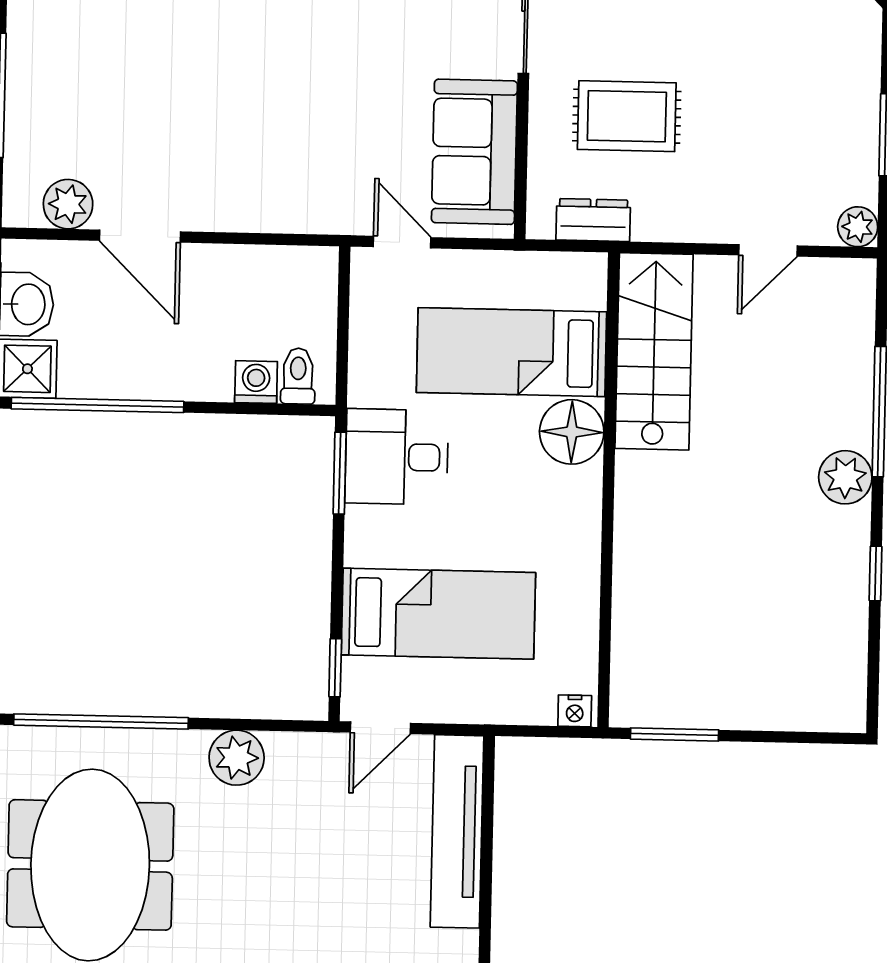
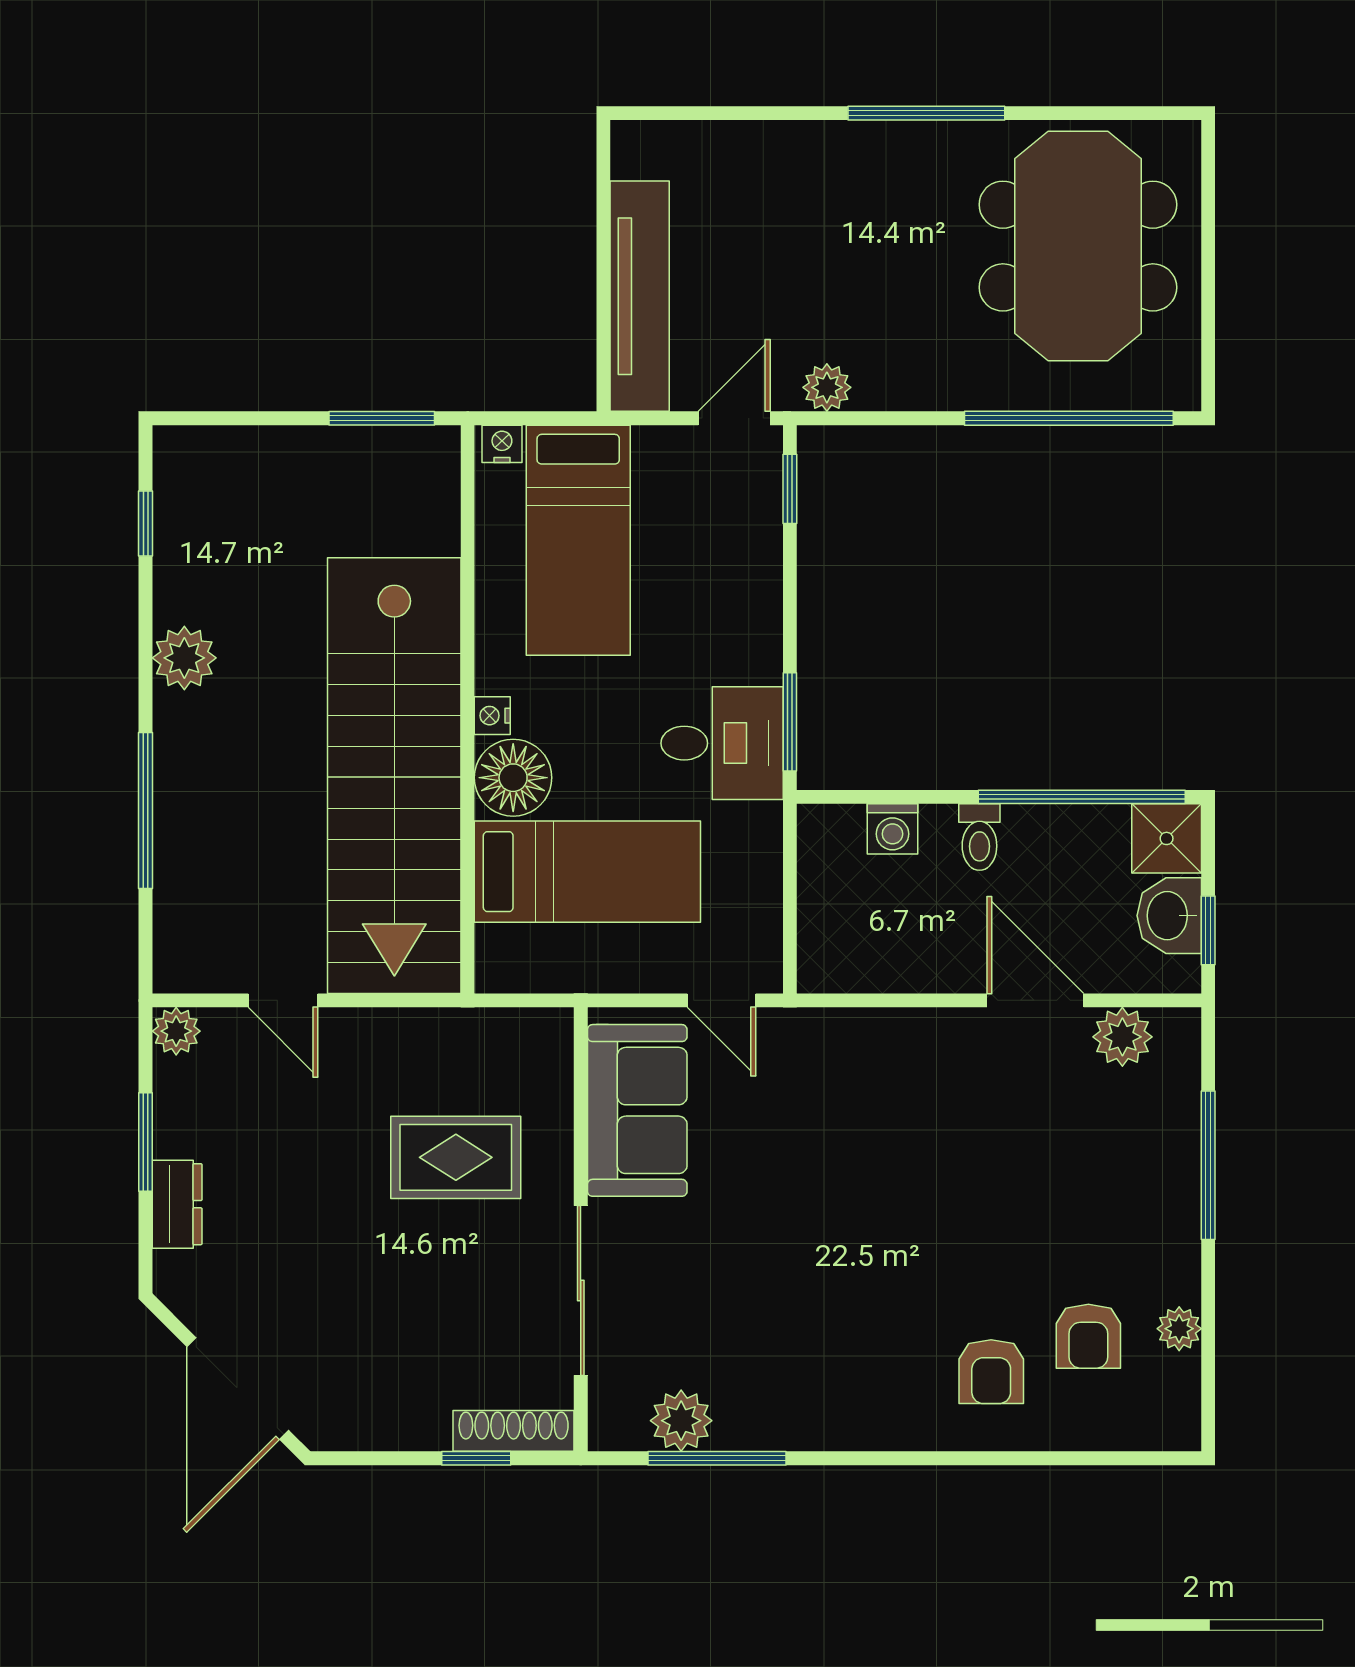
dresser: (593, 220) -> (177, 1204), moved, turned -90
door: (768, 250) -> (283, 1000), swing flipped
stairs: (654, 351) -> (394, 776), width x1.86, depth x1.51
toilet: (298, 376) -> (979, 837), moved
plant: (845, 477) -> (184, 658), moved
nightstand: (588, 484) -> (492, 716), added
window: (875, 573) -> (146, 524), moved
bed: (438, 614) -> (578, 540), moved, turned -90
plant: (237, 758) -> (827, 387), moved, width x0.73, depth x0.73

